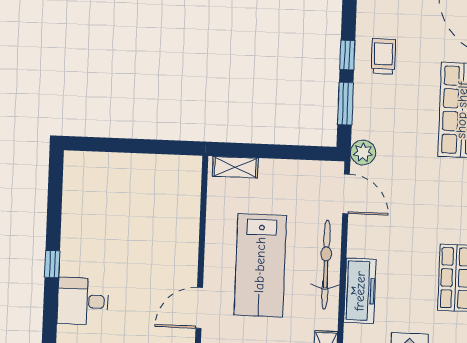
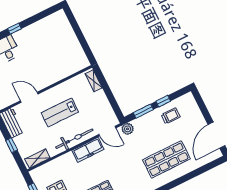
door: (346, 194) -> (107, 131), hinge flipped
lab bench: (260, 265) -> (60, 112), width x0.73, depth x0.72
freezer: (360, 291) -> (88, 150), moved

